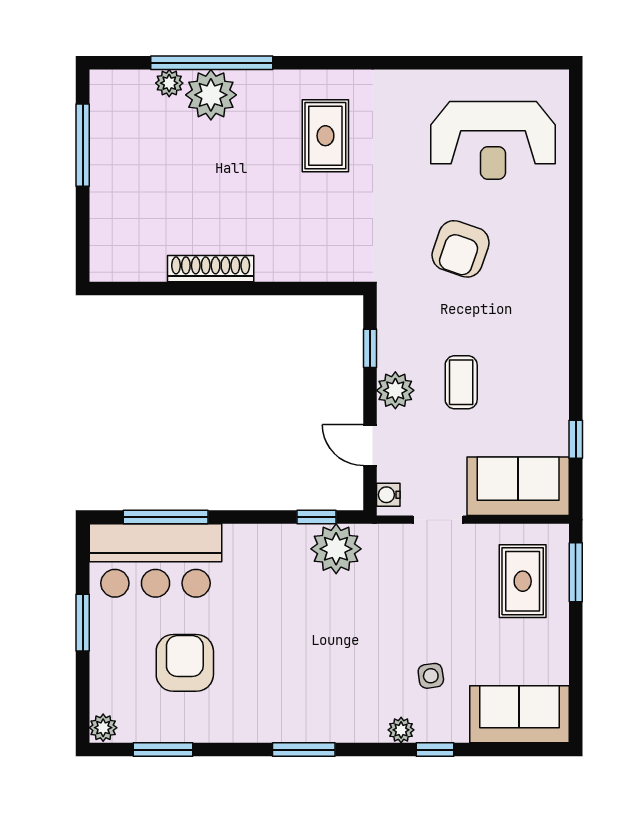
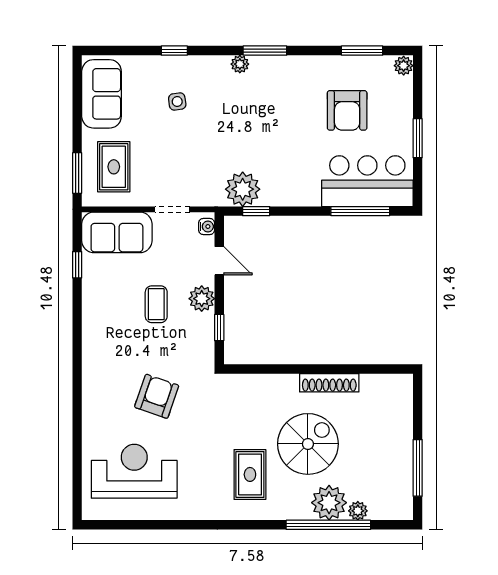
spiral stairs: (242, 180) -> (308, 444), added
sofa: (519, 714) -> (102, 94), moved, turned -90
plant: (401, 730) -> (240, 64), moved

